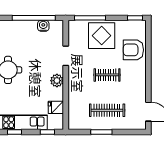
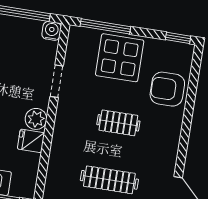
water cooler: (43, 26) -> (52, 31), moved
fridge: (56, 107) -> (31, 141), moved

